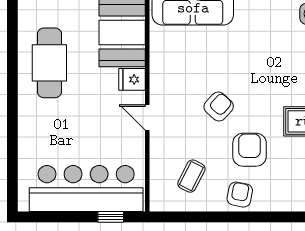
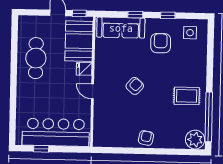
armchair: (250, 150) -> (161, 43), moved
coffee table: (191, 176) -> (118, 126), removed
window: (111, 217) -> (41, 149), moved

